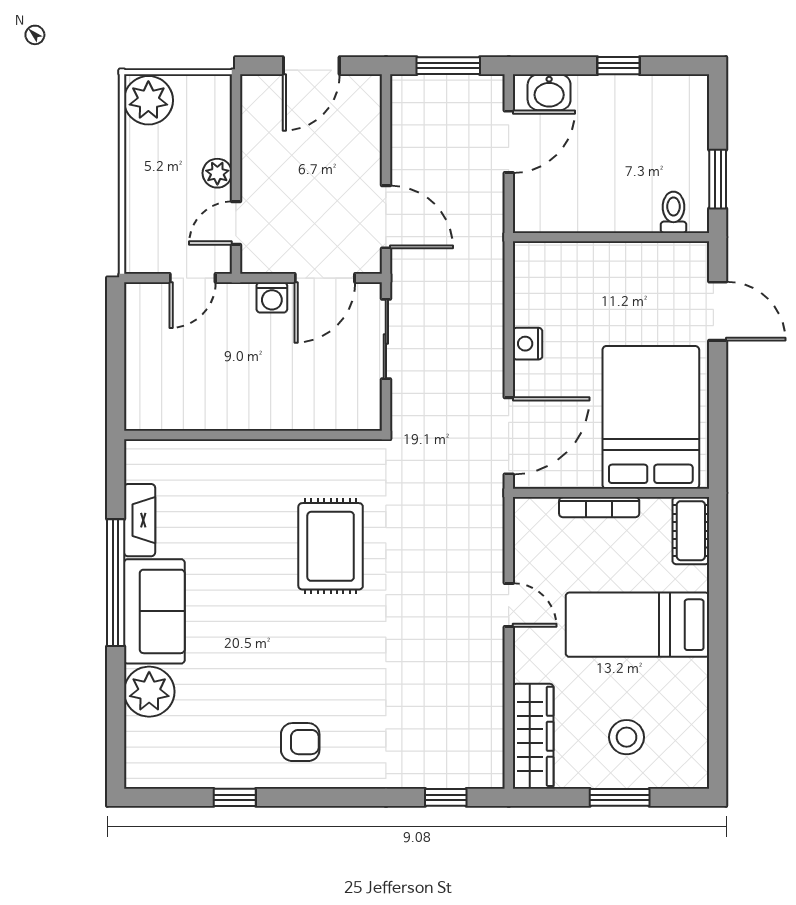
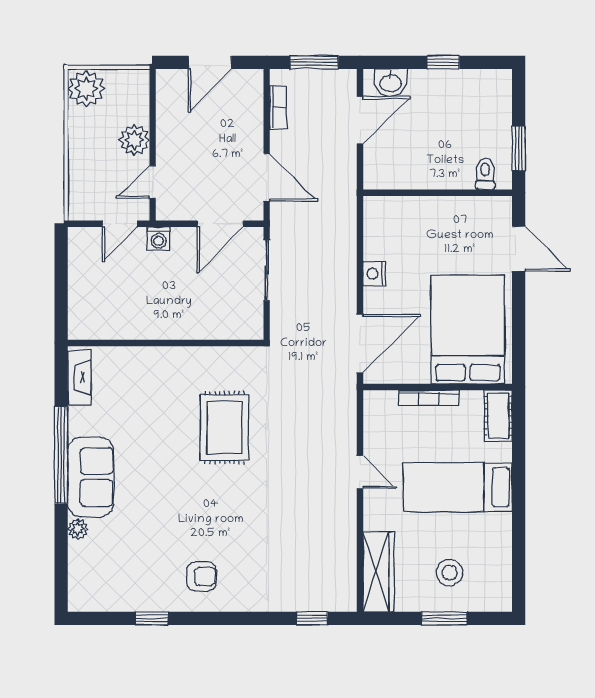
bookcase: (401, 125) -> (278, 107), added
plant: (217, 173) -> (134, 140), width x1.38, depth x1.38
washing machine: (272, 297) -> (159, 239), moved
fireplace: (140, 520) -> (79, 378), moved
plant: (149, 692) -> (78, 529), width x0.53, depth x0.53

